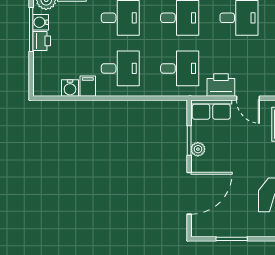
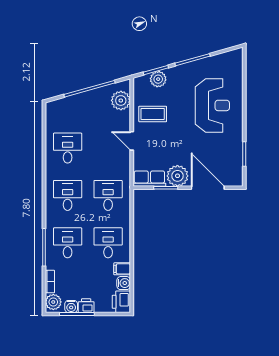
printer: (221, 85) -> (121, 302), moved
door: (248, 98) -> (132, 141), swing flipped
row of seats: (211, 110) -> (149, 179), moved, turned -90
plant: (198, 149) -> (177, 176), width x1.88, depth x1.88

